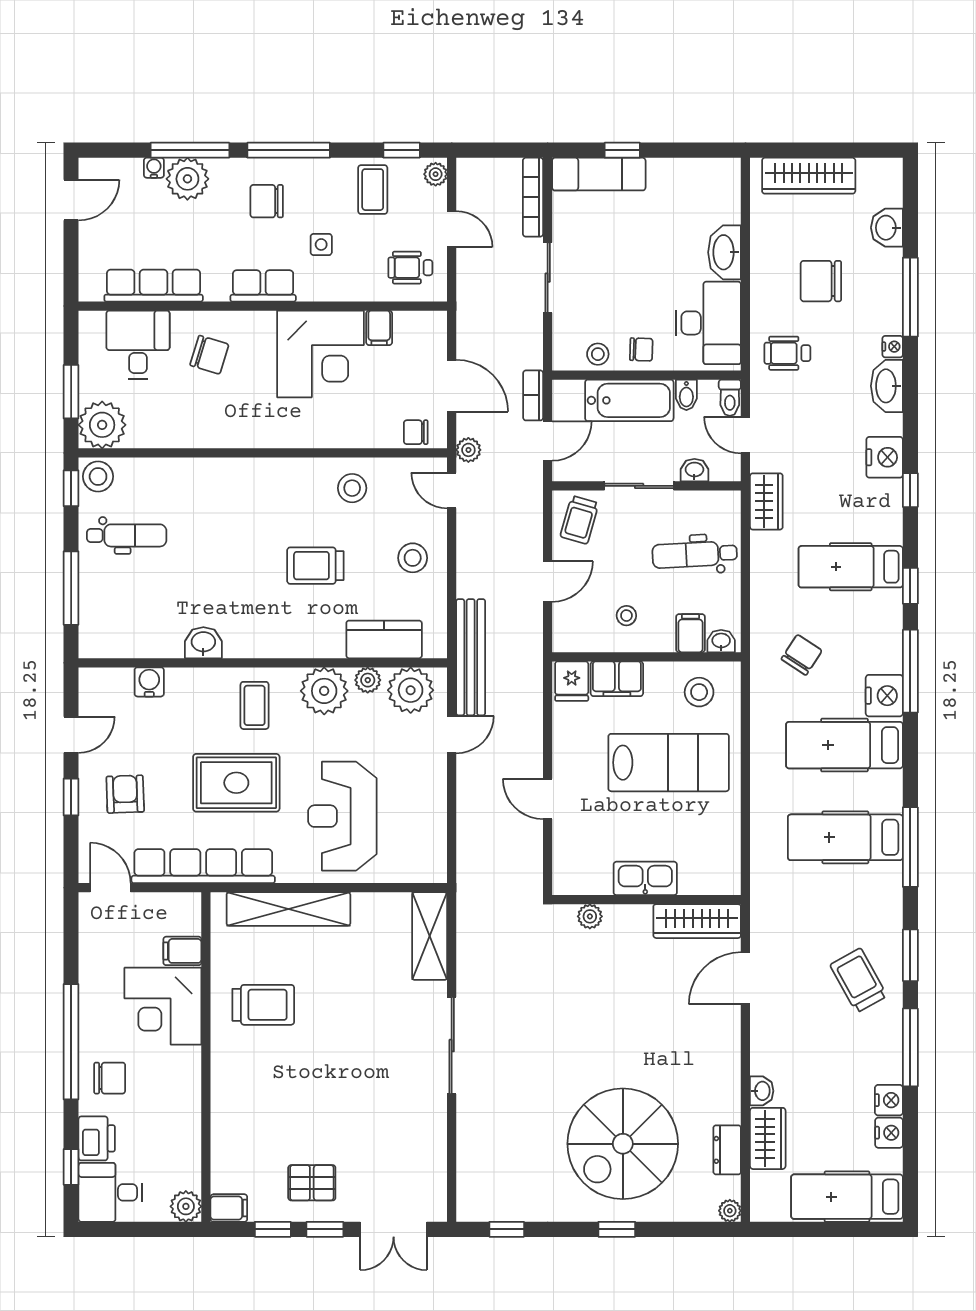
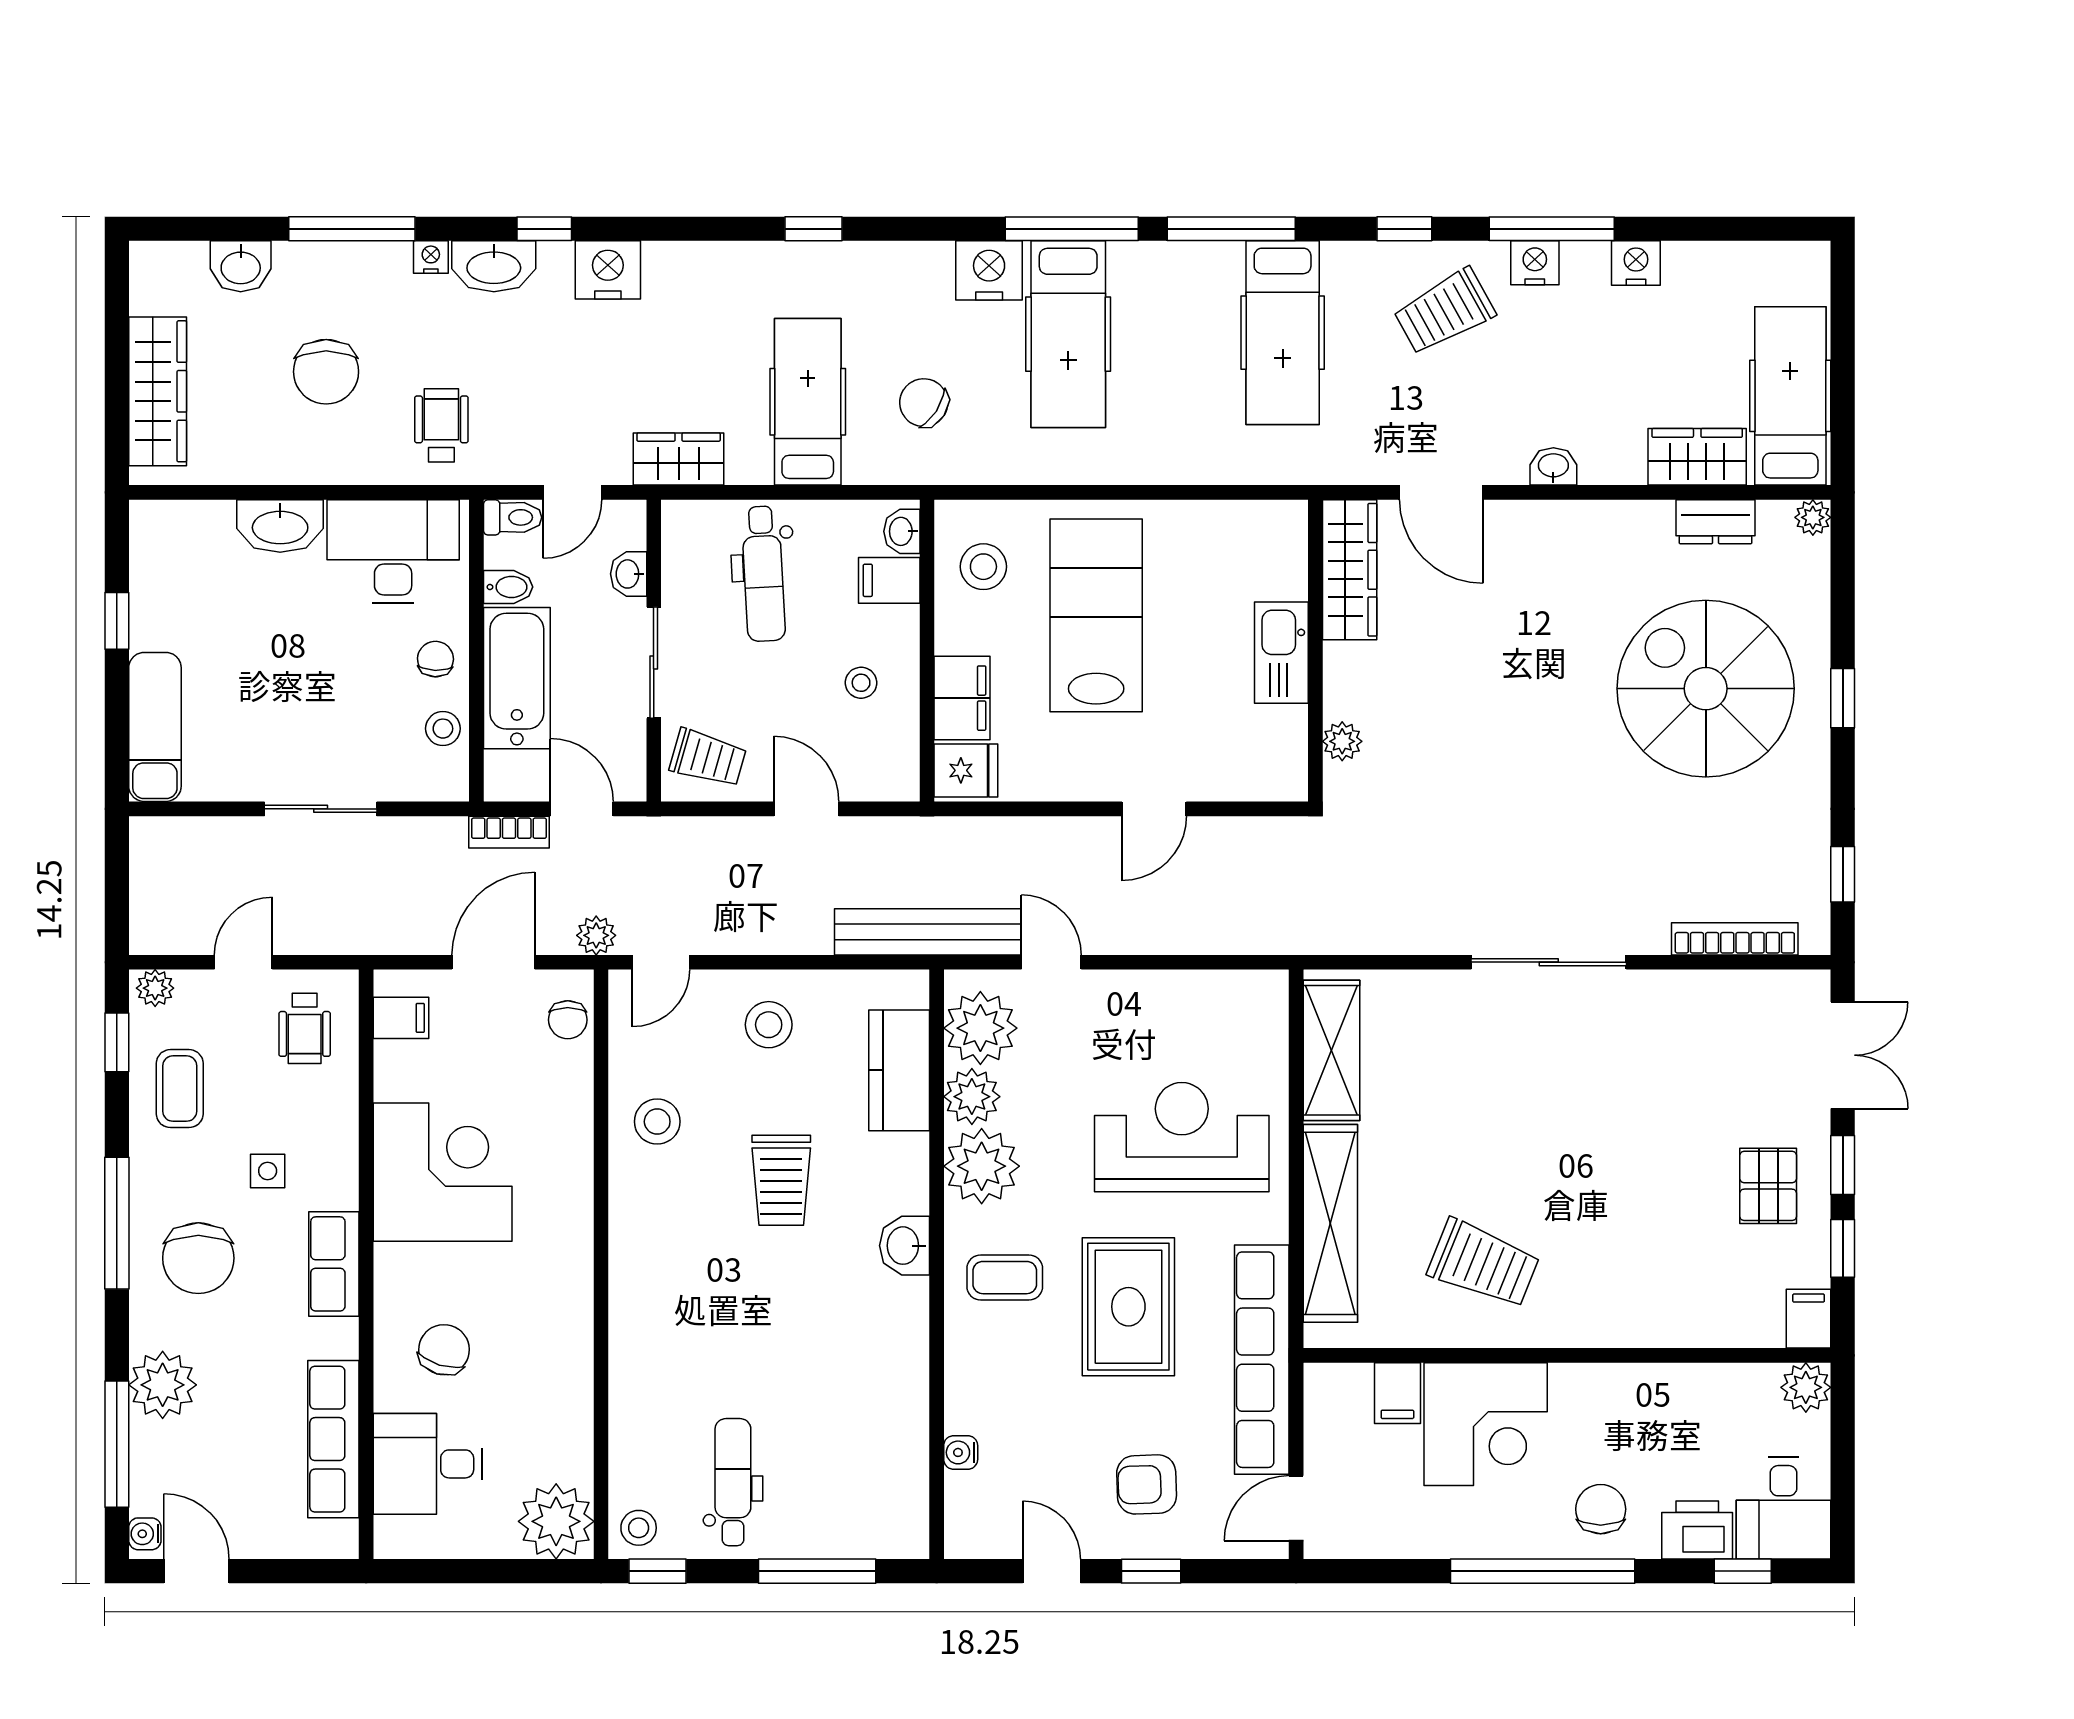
window: (190, 150) -> (117, 1444), moved
window: (622, 150) -> (117, 621), moved
water cooler: (154, 168) -> (145, 1534), moved
coffee table: (373, 190) -> (180, 1089), turned 90
bookcase: (533, 197) -> (1735, 939), moved, turned 180
chair: (267, 201) -> (198, 1258), width x1.37, depth x1.37
filing cabinet: (379, 328) -> (401, 1018), moved
wheelchair: (787, 353) -> (441, 425), turned 180
window: (71, 392) -> (503, 1571), removed
stool: (98, 476) -> (639, 1528), width x0.73, depth x0.73
window: (910, 490) -> (544, 229), moved
hospital bed: (851, 567) -> (808, 402), moved, turned 180
washbasin: (203, 643) -> (904, 1246), moved
window: (910, 671) -> (1072, 229), moved
plant: (368, 680) -> (972, 1097), width x1.38, depth x1.38
water cooler: (149, 682) -> (961, 1452), width x0.72, depth x0.72
reception desk: (342, 816) -> (1182, 1137), turned 180
hospital bed: (845, 837) -> (1283, 333), moved
shelving: (430, 936) -> (1331, 1050), moved, turned 90
window: (910, 955) -> (1404, 229), width x0.67
trolley: (263, 1005) -> (1484, 1264), turned 112
washbasin: (762, 1091) -> (1553, 466), moved
nightstand: (889, 1133) -> (1535, 263), moved
spiral stairs: (623, 1144) -> (1706, 689), turned 180
hospital bed: (847, 1197) -> (1790, 396), moved, turned 180

